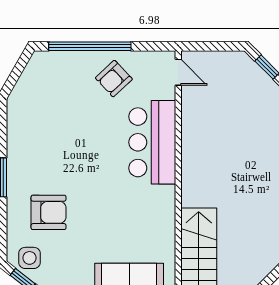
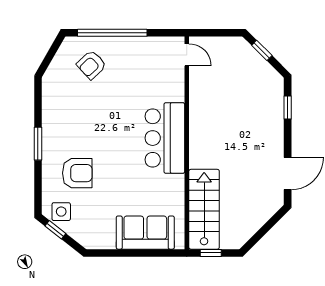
armchair: (114, 79) -> (91, 65), moved
bar counter: (152, 142) -> (165, 138), moved

